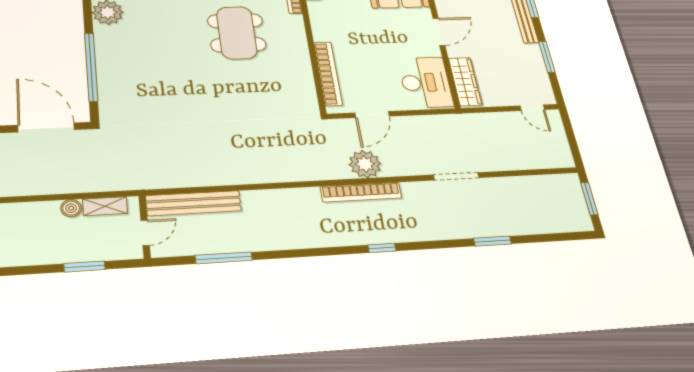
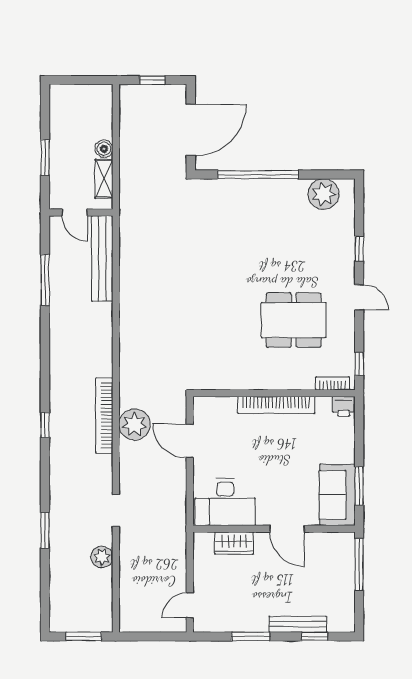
bookcase: (328, 74) -> (276, 405), moved
wardrobe: (465, 82) -> (234, 543), width x0.67
doorway: (456, 176) -> (116, 510), width x0.73
plant: (506, 187) -> (102, 557), added

